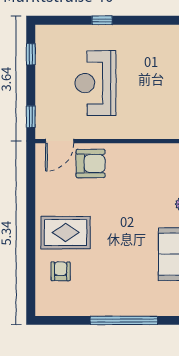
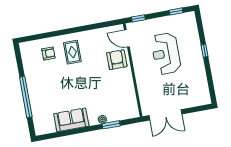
reception desk: (95, 83) -> (166, 54), turned -90
armchair: (91, 164) -> (117, 60), turned 180
rug: (66, 233) -> (72, 52), width x0.73, depth x0.70

